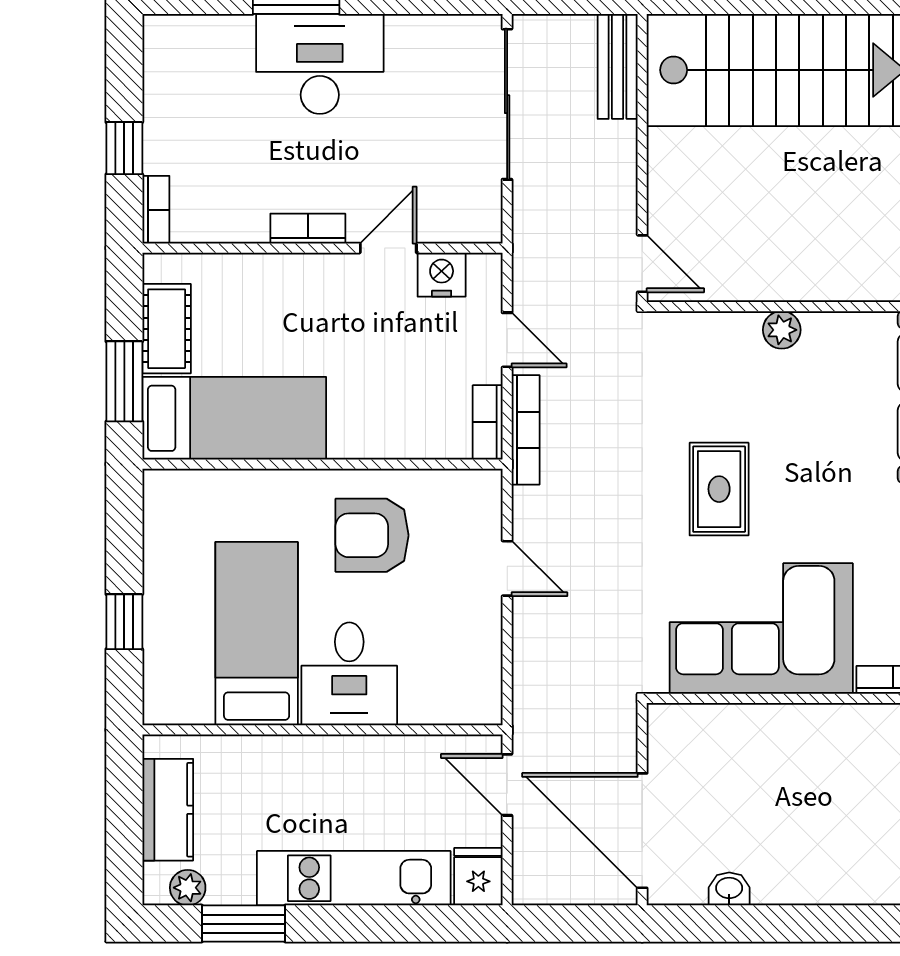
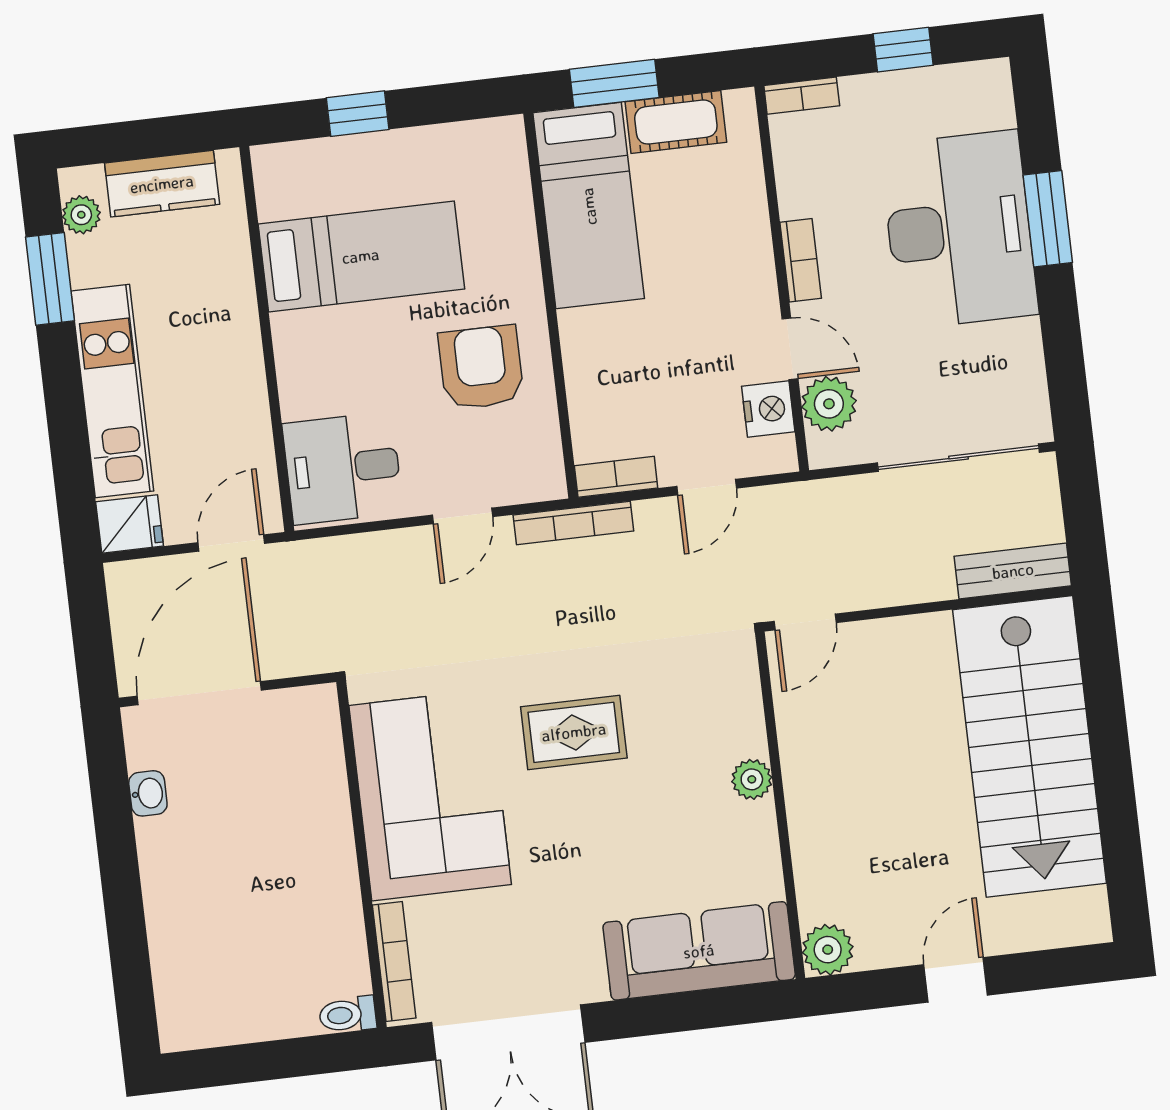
desk: (320, 64) -> (959, 230), width x1.36, depth x1.30
window: (124, 148) -> (903, 50), moved
plant: (443, 218) -> (829, 404), added
bookcase: (526, 430) -> (573, 523), moved
desk: (349, 674) -> (343, 468), moved

